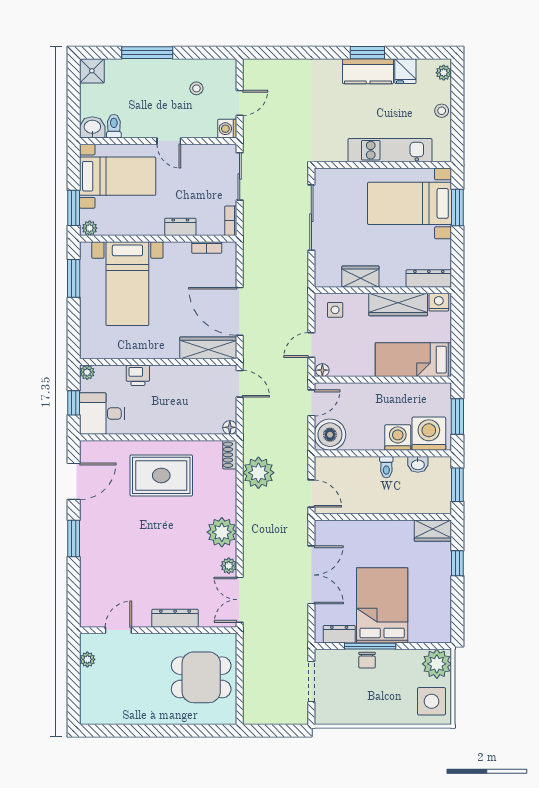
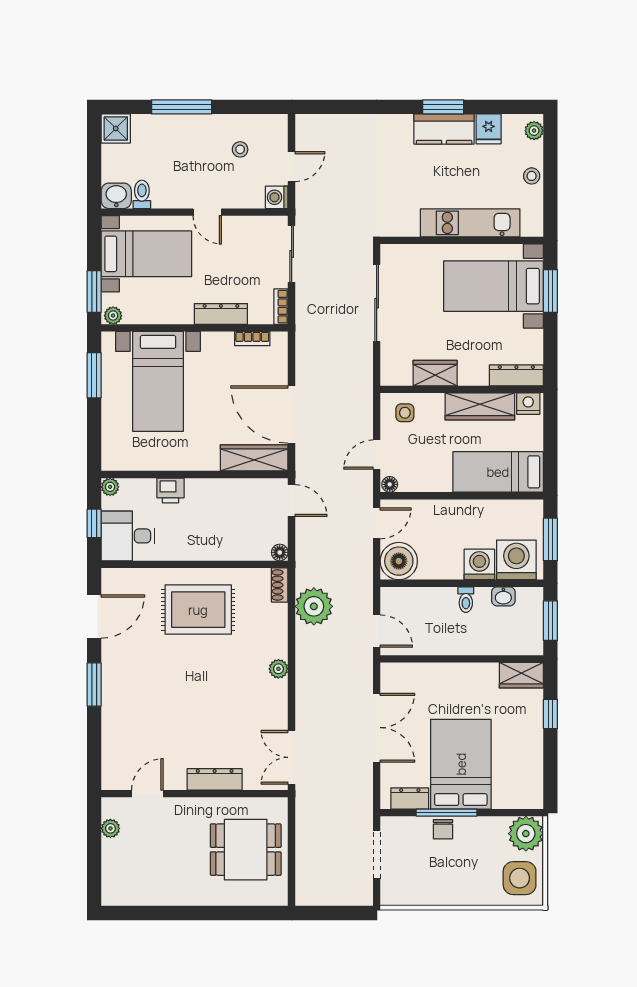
dresser: (180, 227) -> (221, 314), width x1.44
plant: (222, 532) -> (278, 669), width x0.53, depth x0.53
plant: (229, 566) -> (278, 717), removed

